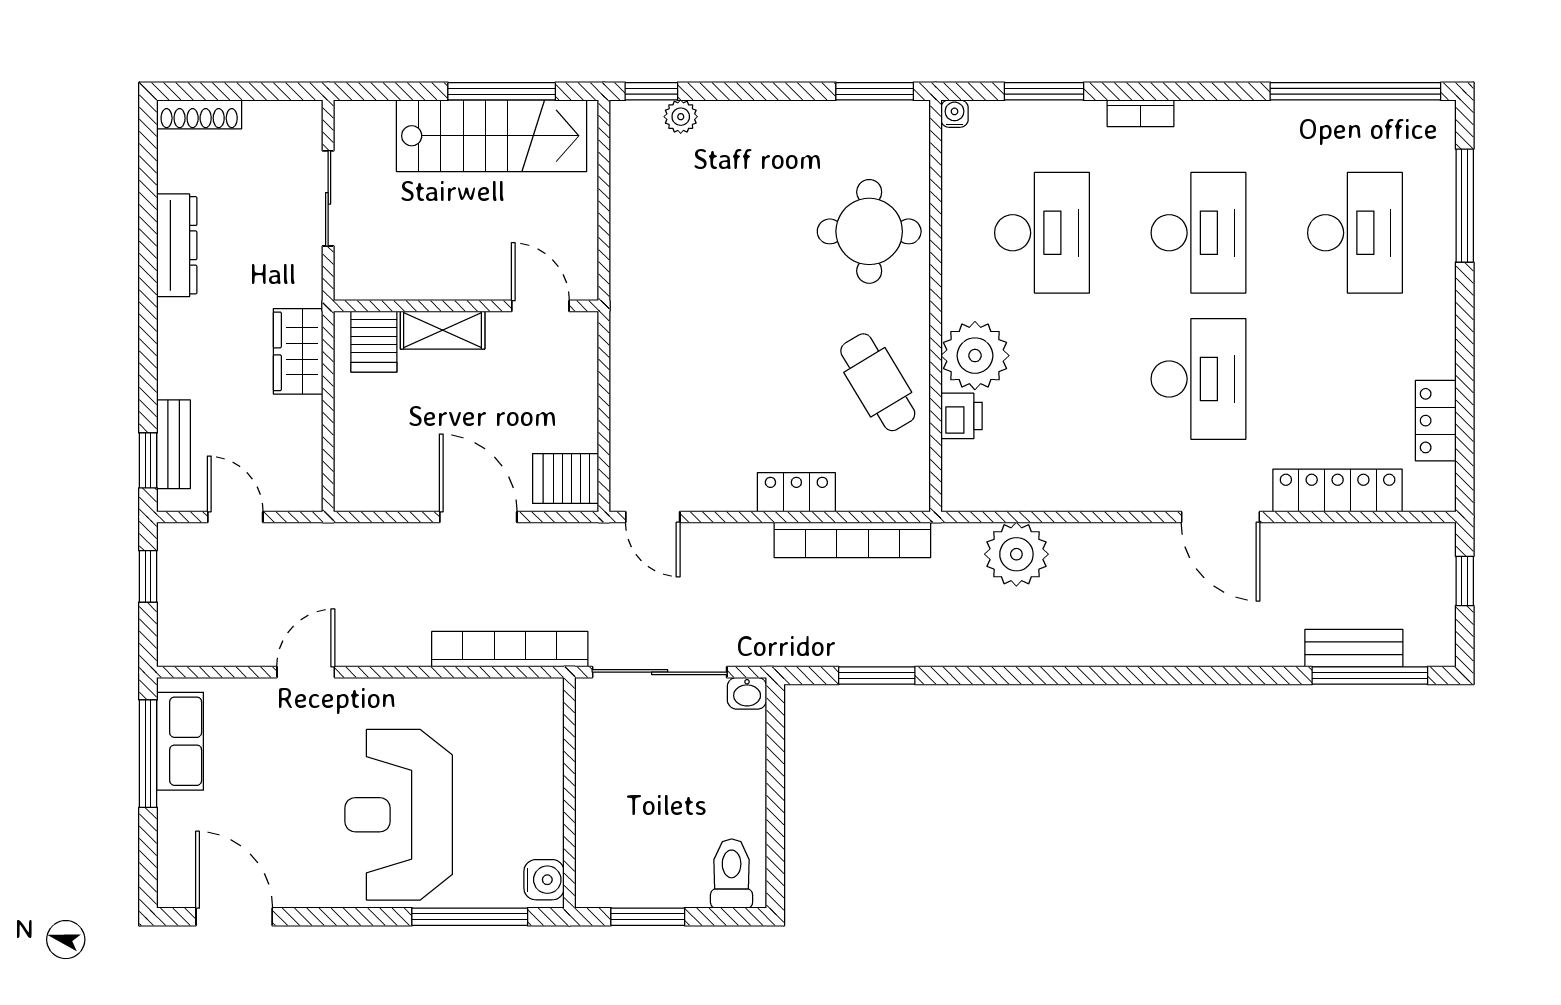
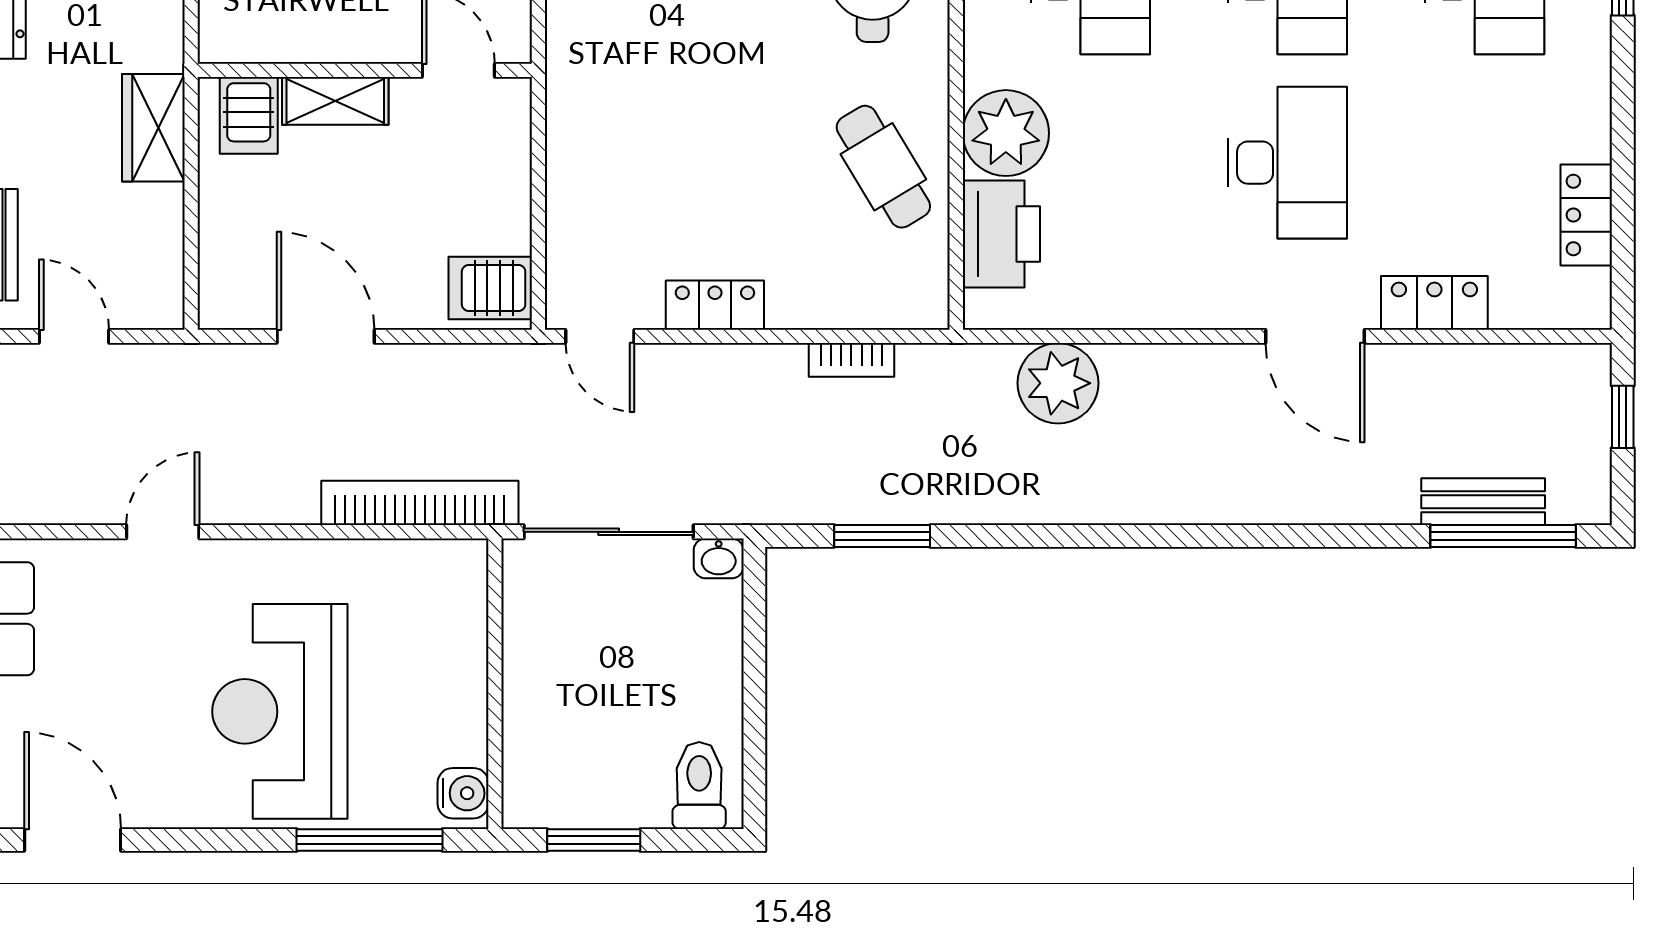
printer: (961, 416) -> (1001, 234), width x1.87, depth x1.48
locker: (1338, 490) -> (1434, 303), width x0.66
locker: (796, 492) -> (715, 305), moved
door: (478, 517) -> (326, 336), moved
bookcase: (852, 540) -> (851, 360), width x0.43, depth x0.76

